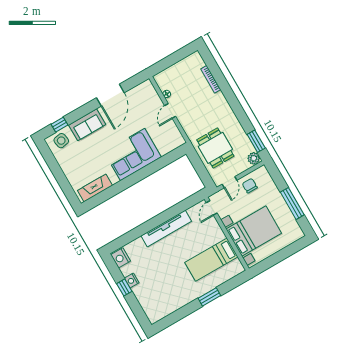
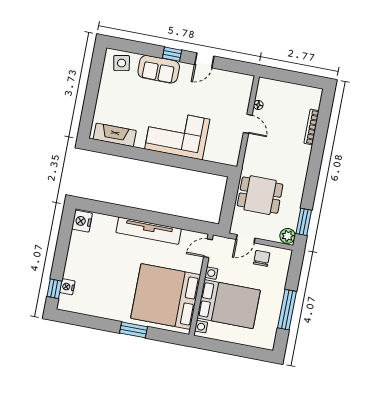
door: (110, 95) -> (204, 60), width x0.53
door: (170, 111) -> (248, 124), swing flipped
window: (60, 125) -> (172, 54), moved
dining table: (215, 148) -> (260, 195), turned 90
bed: (211, 260) -> (166, 296), width x2.04
nightstand: (132, 280) -> (67, 287), moved
window: (124, 287) -> (54, 289), moved

